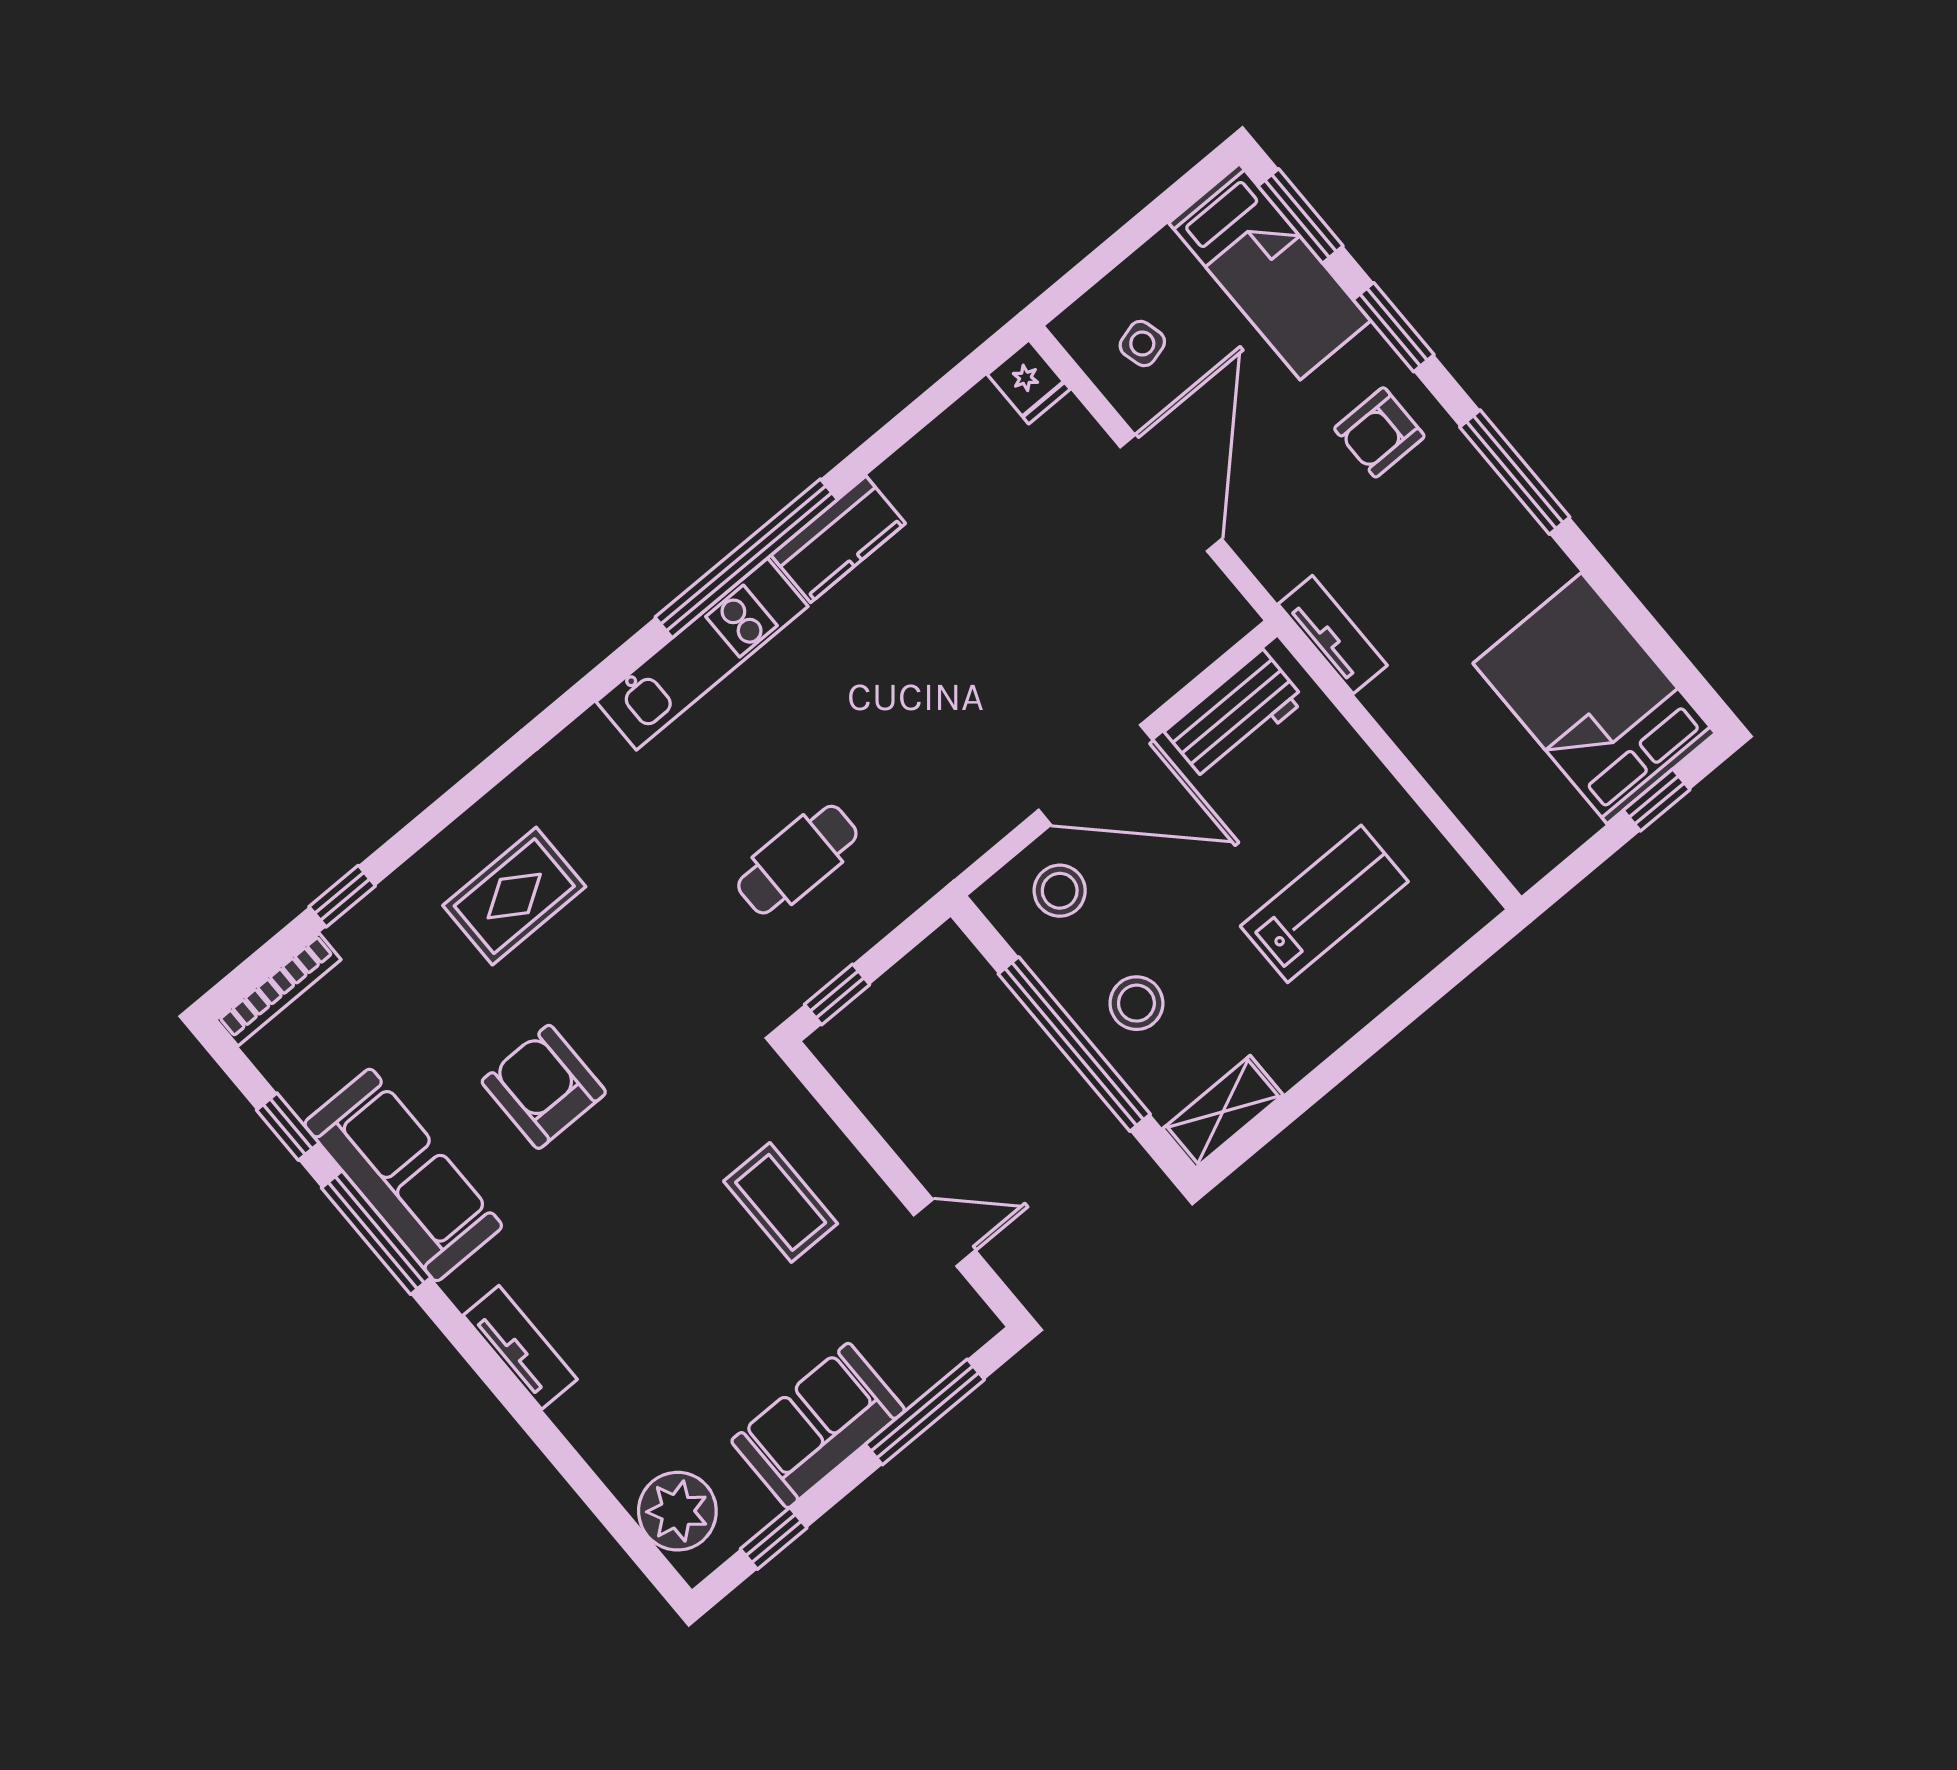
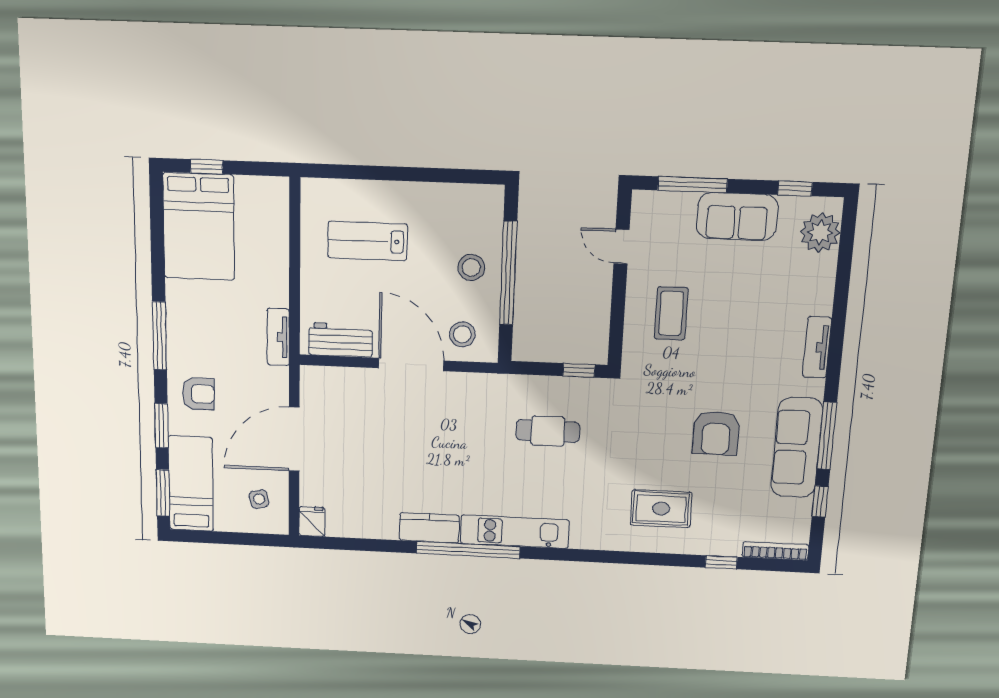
shelving: (1223, 1112) -> (475, 197), removed

